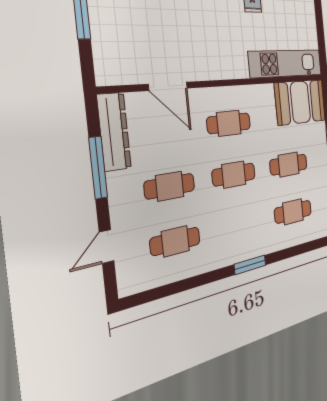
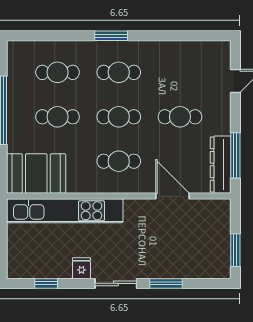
kitchen unit: (286, 63) -> (65, 211), width x1.36
window: (98, 168) -> (235, 155), moved
cafe table: (175, 241) -> (119, 72), moved

